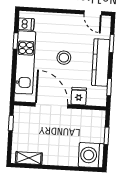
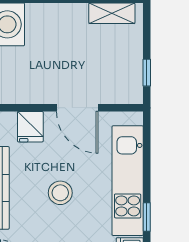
door: (52, 105) -> (77, 108), width x0.73

